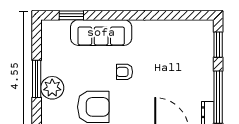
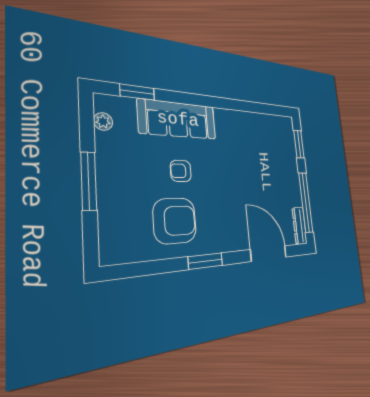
armchair: (124, 72) -> (181, 171), moved
plant: (52, 88) -> (103, 121), moved, width x0.53, depth x0.53

